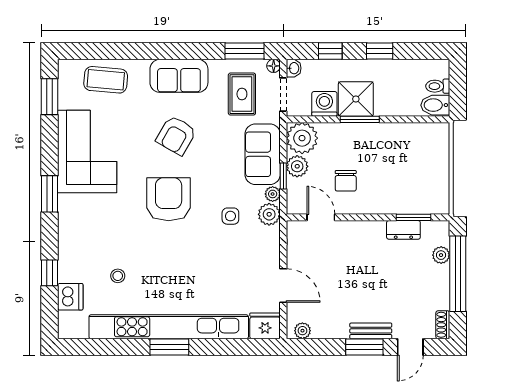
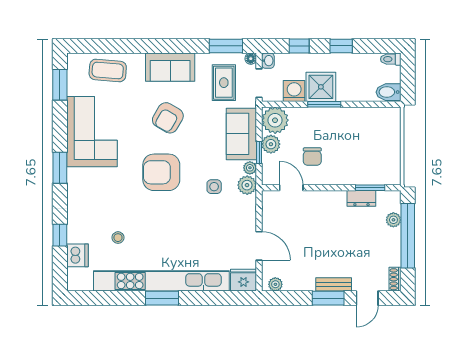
toilet: (438, 86) -> (391, 59), moved
armchair: (169, 199) -> (161, 172), turned -90

